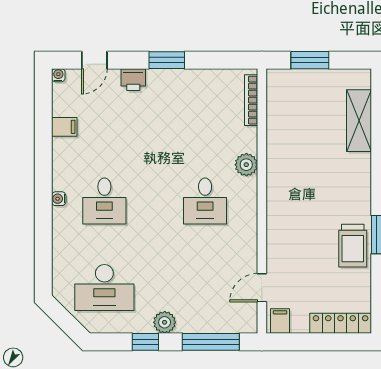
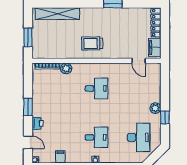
shelving: (359, 121) -> (57, 14), width x1.47
plant: (246, 165) -> (66, 68), moved
trolley: (353, 246) -> (92, 43), moved, turned 180
filing cabinet: (280, 321) -> (155, 47), width x2.00
window: (211, 342) -> (165, 86), removed

